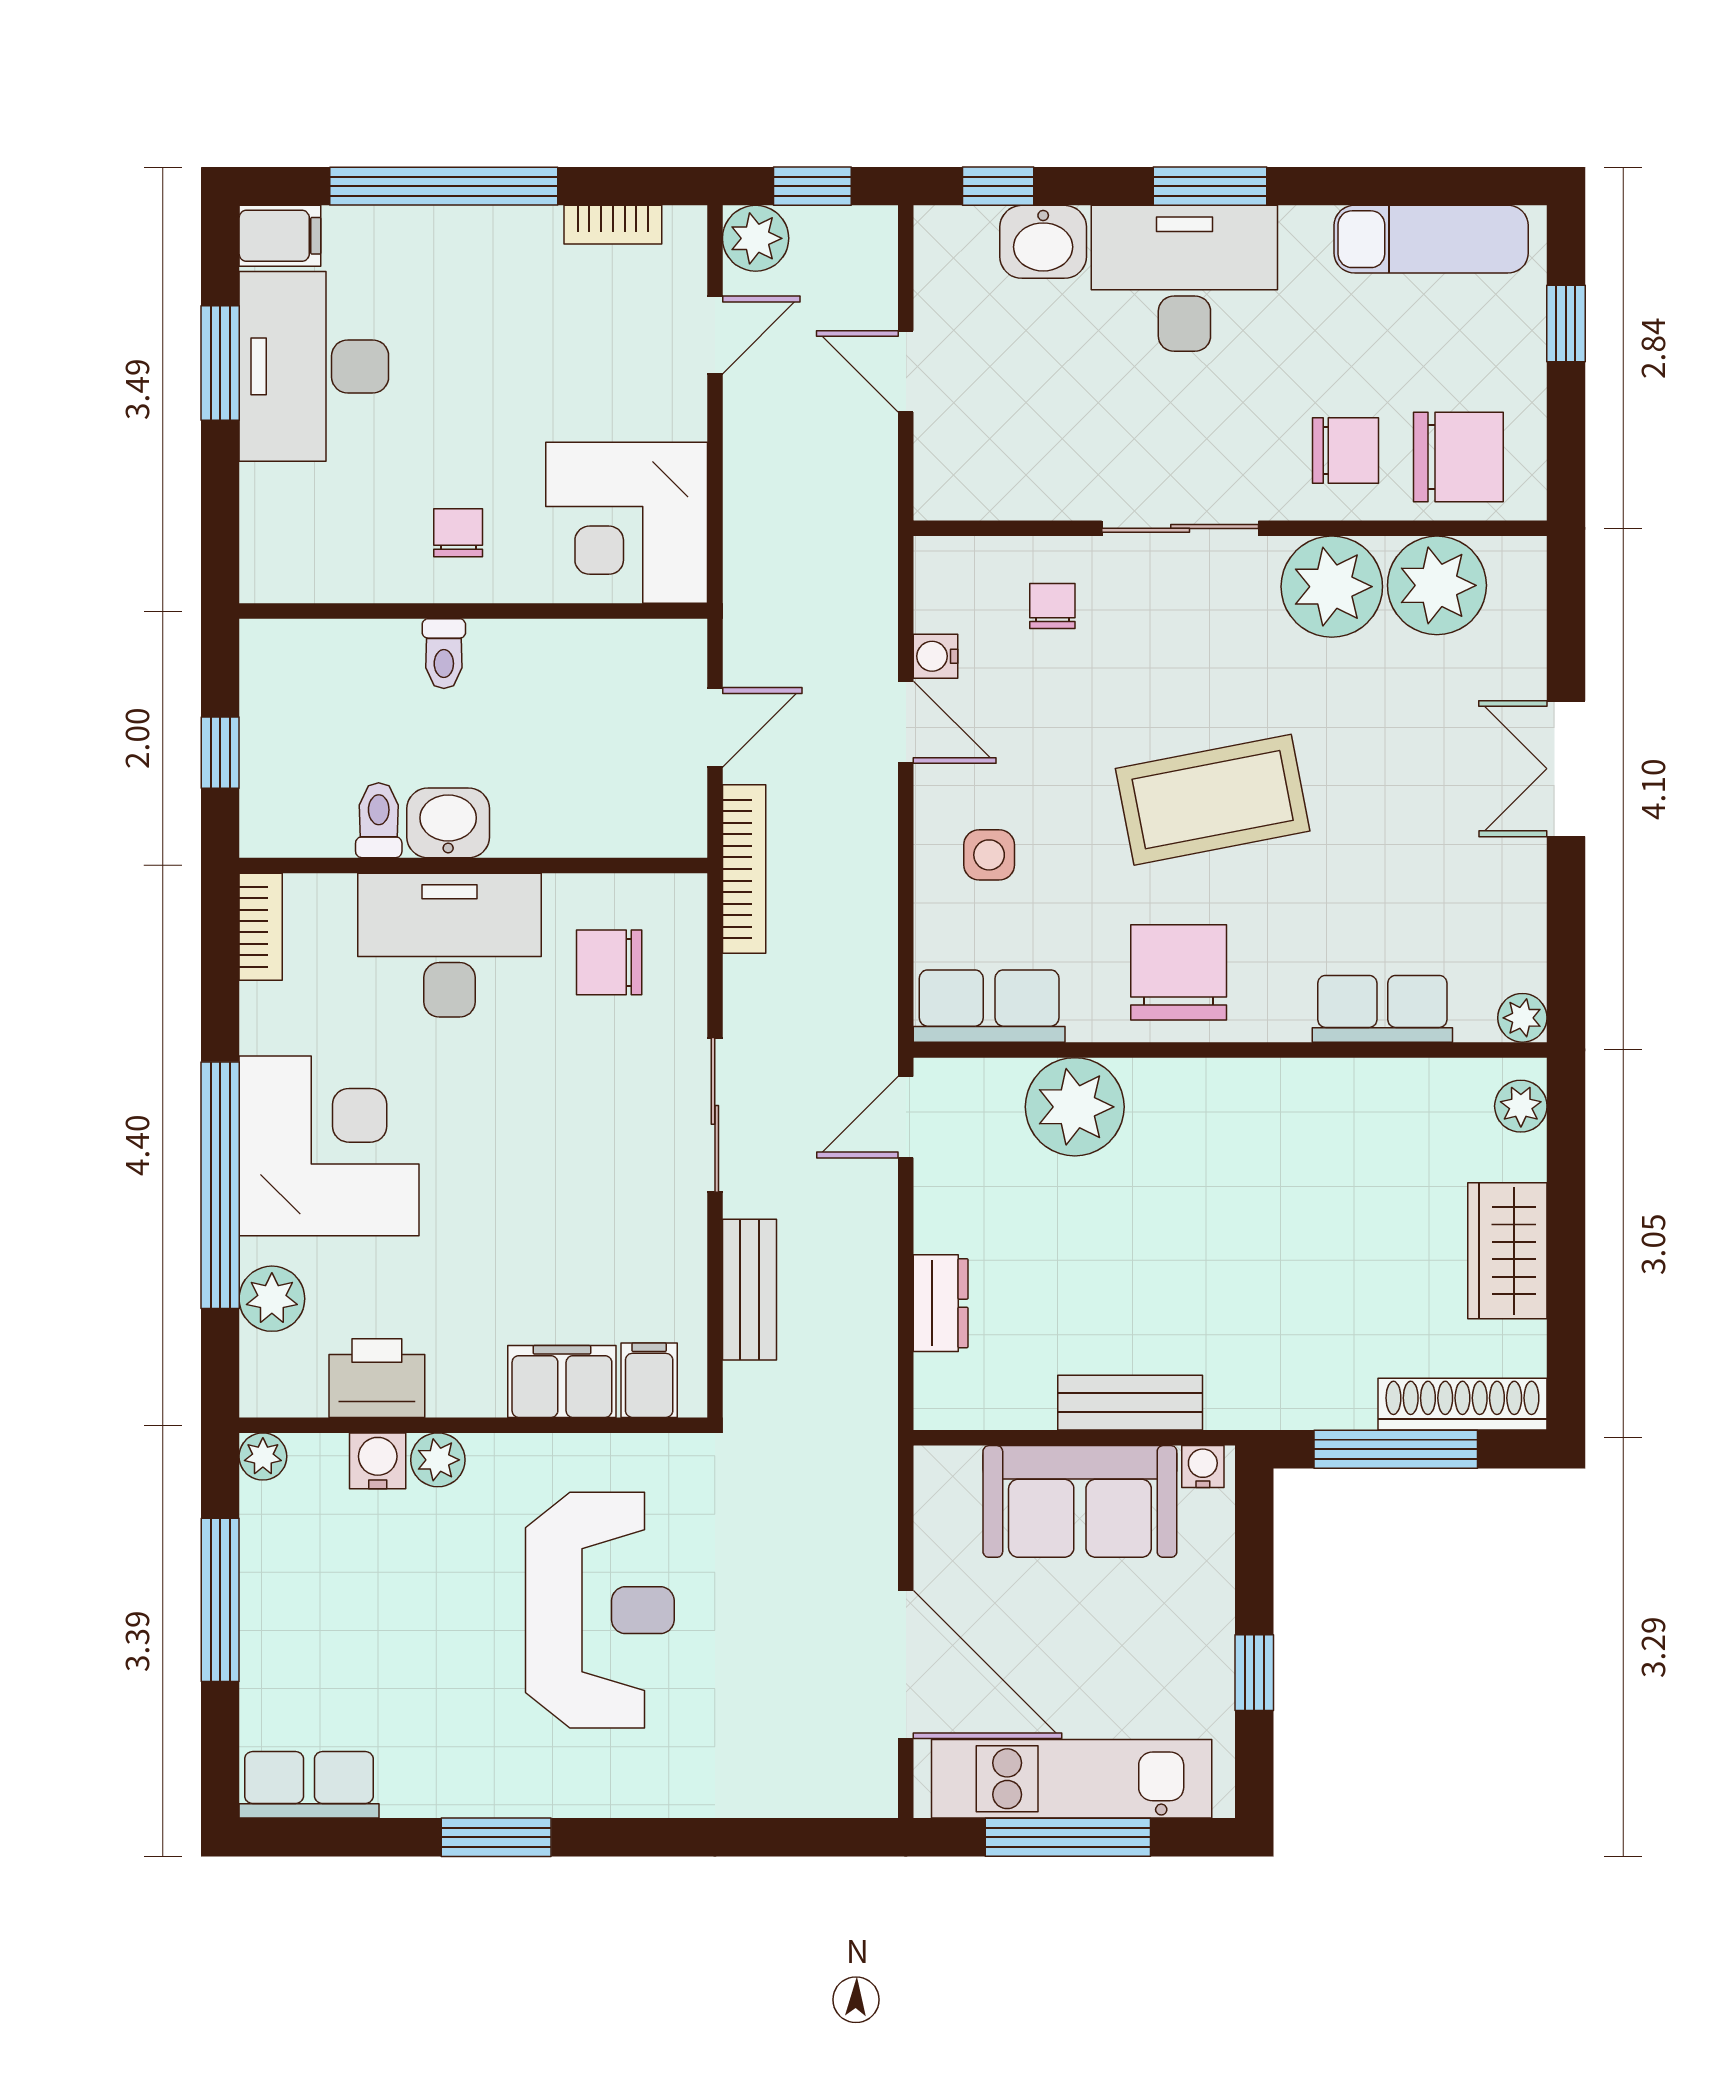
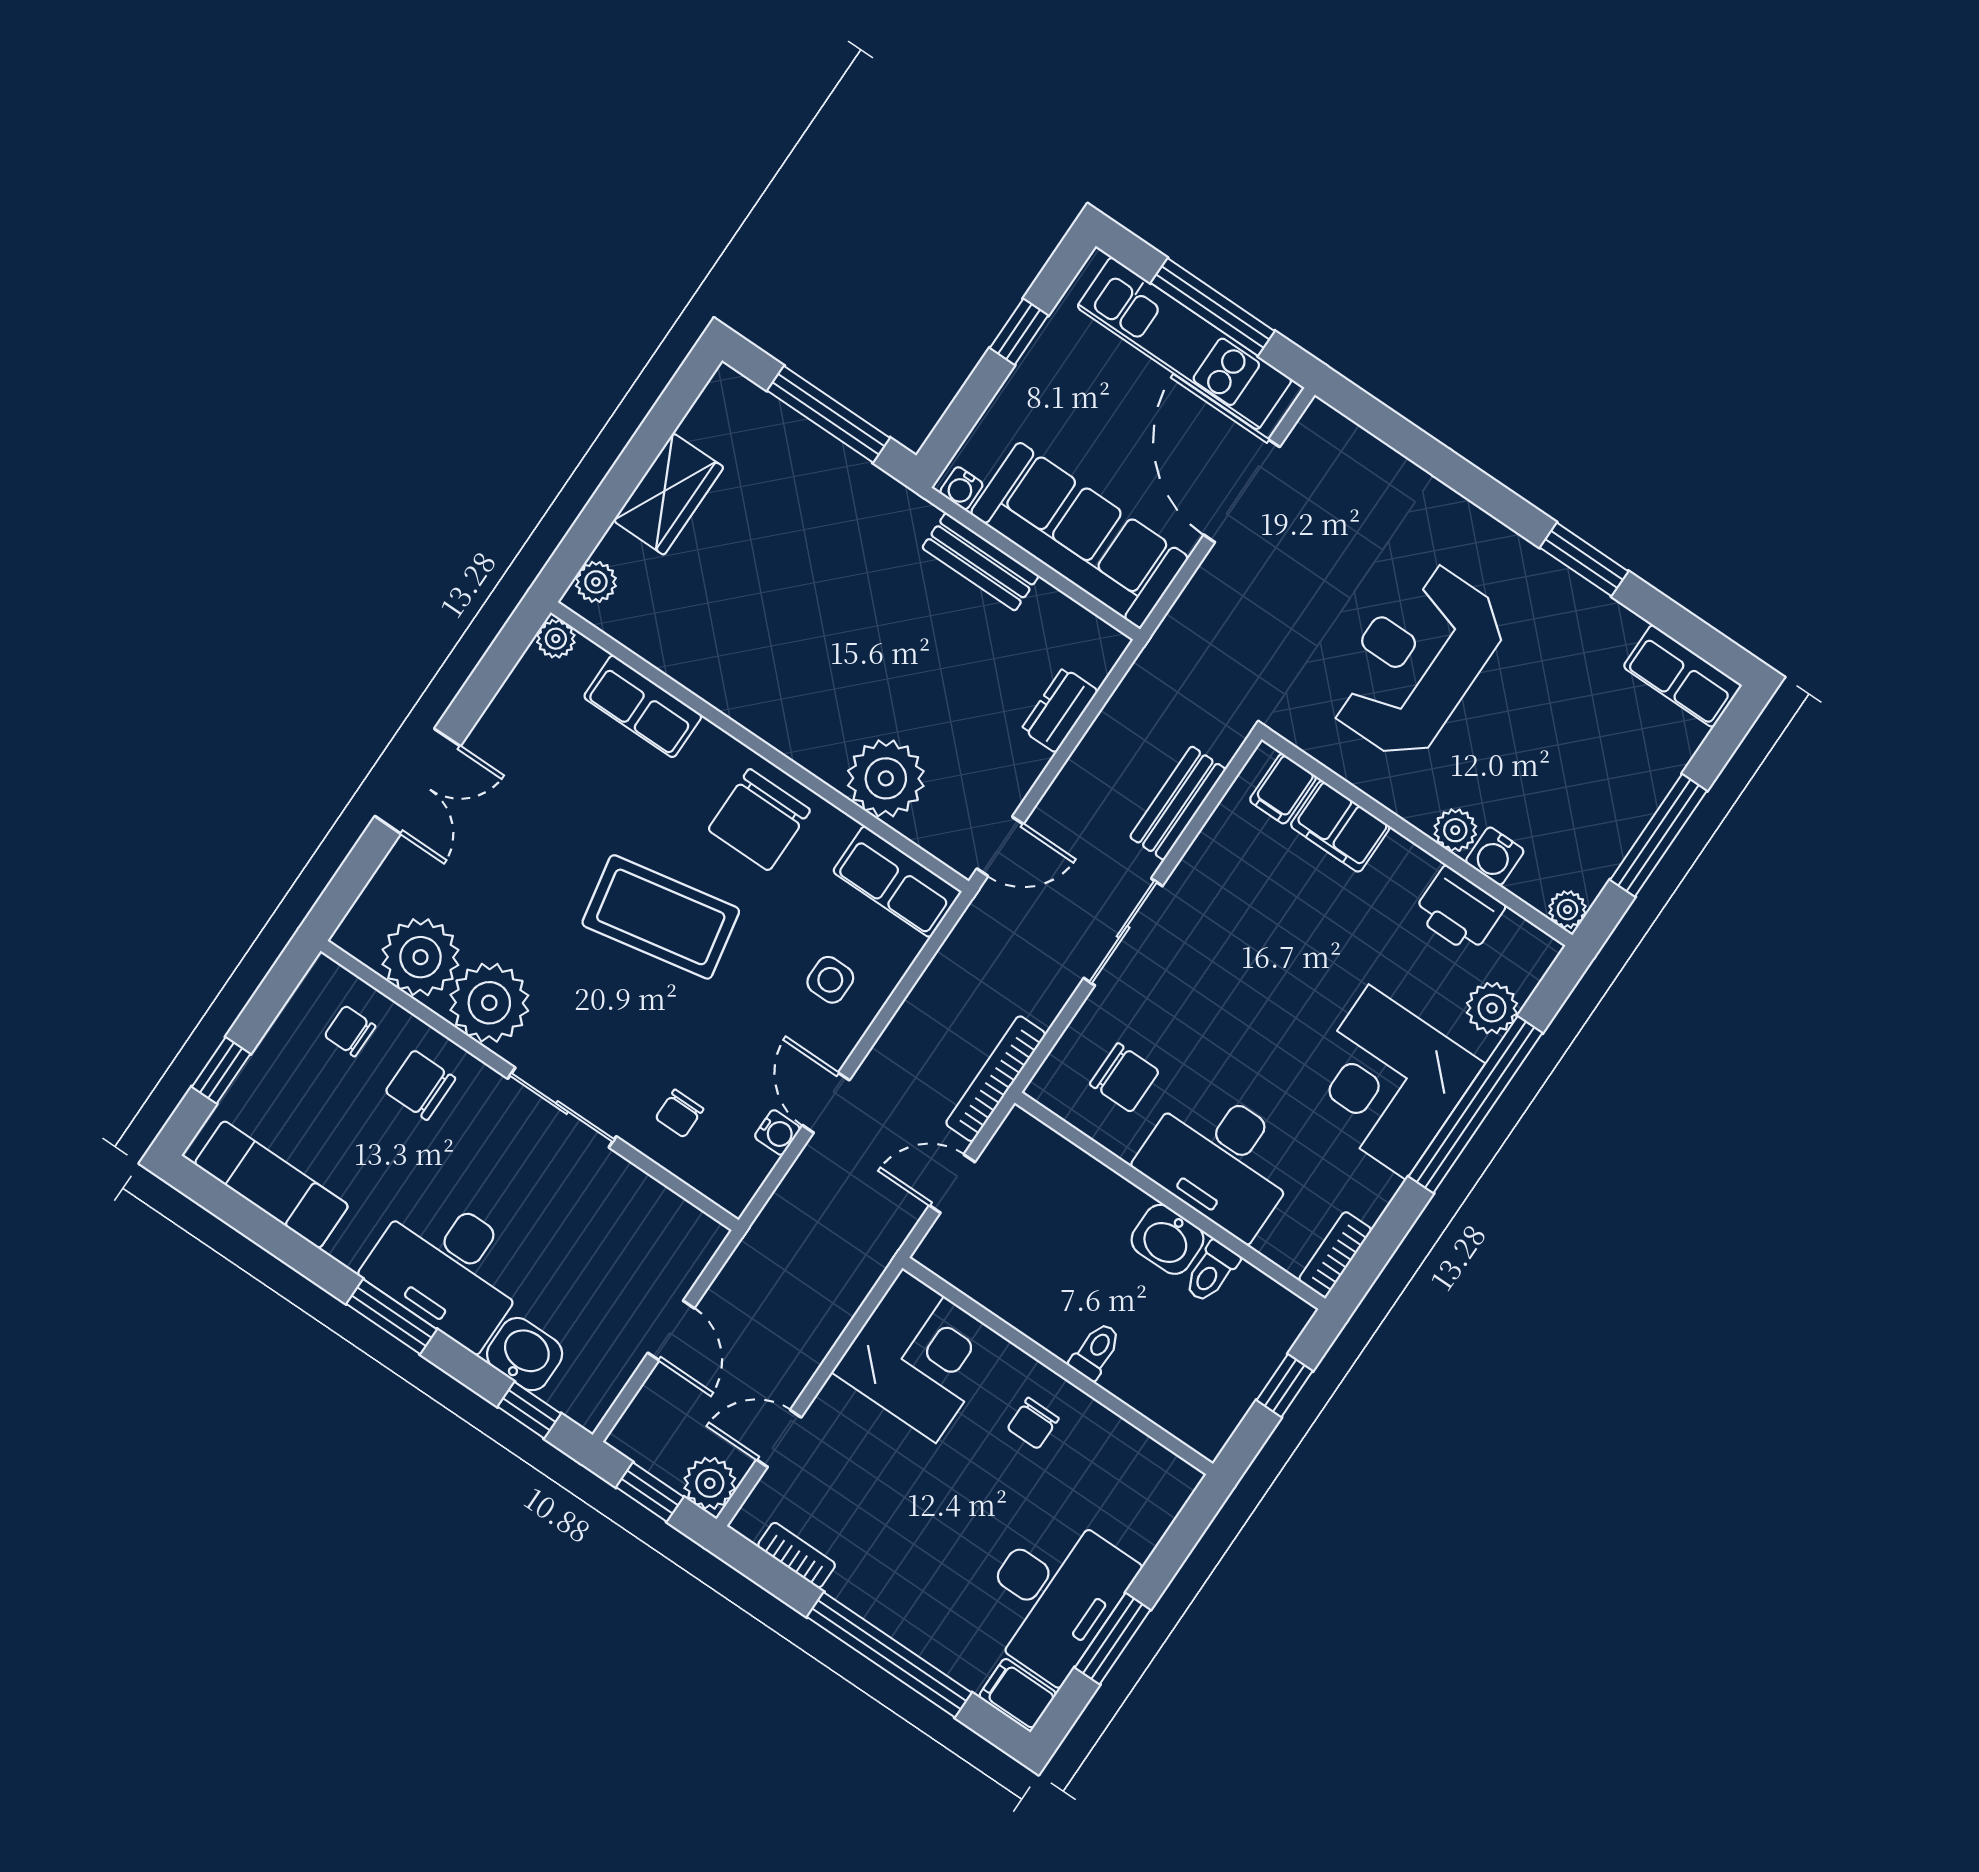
chair: (1458, 457) -> (350, 1031), width x0.54, depth x0.54
shoe rack: (1462, 1404) -> (765, 414), removed
sofa: (1080, 1501) -> (1079, 535), width x1.36

